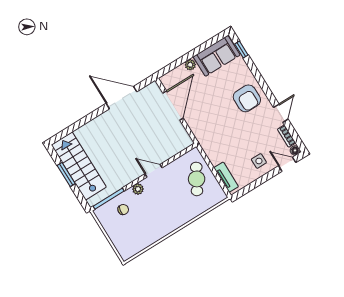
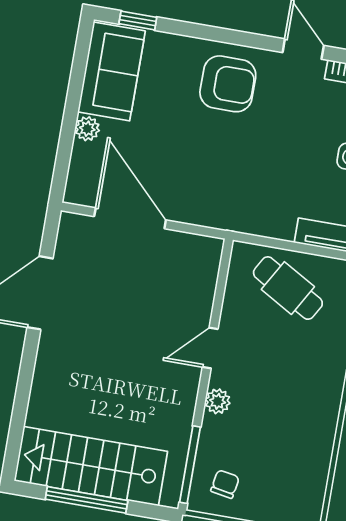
window: (66, 174) -> (87, 500), width x1.44
chair: (123, 210) -> (225, 484), moved

